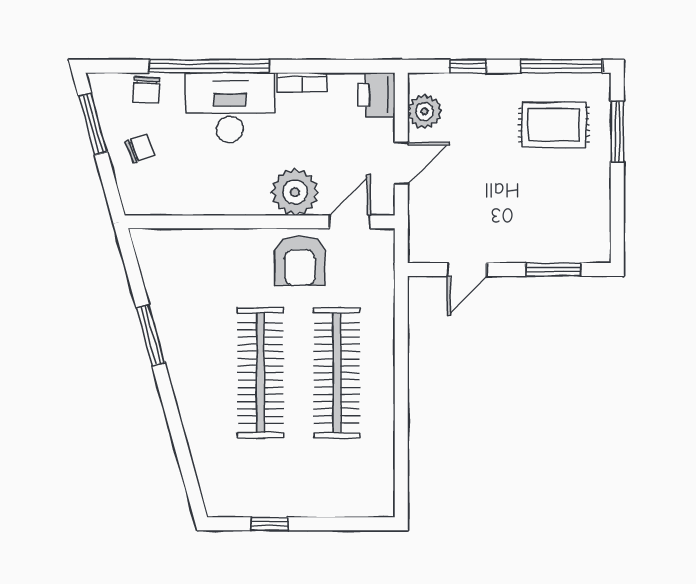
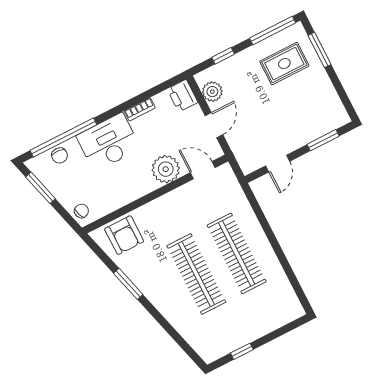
window: (209, 66) -> (63, 138), moved
chair: (140, 148) -> (81, 211), moved
door: (350, 222) -> (203, 170), hinge flipped
armchair: (300, 261) -> (124, 235), moved

